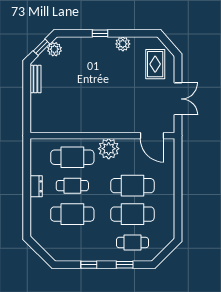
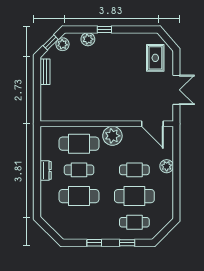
plant: (123, 44) -> (88, 39), moved
plant: (167, 182) -> (167, 166), added
cafe table: (132, 186) -> (134, 170), width x0.73, depth x0.74

